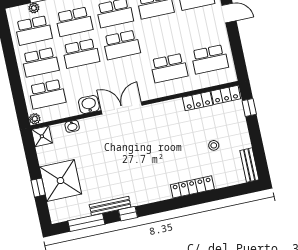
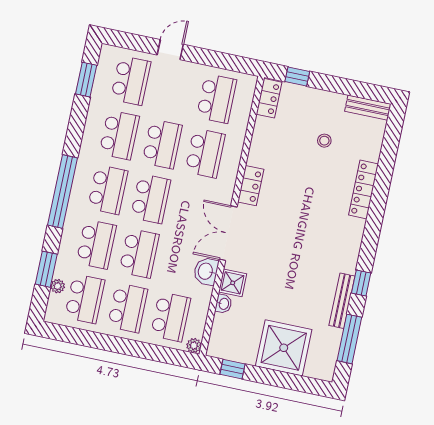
school desk: (162, 36) -> (162, 144), added
locker: (198, 101) -> (251, 186), moved
shower: (42, 136) -> (233, 283), moved
window: (38, 188) -> (232, 369), moved

